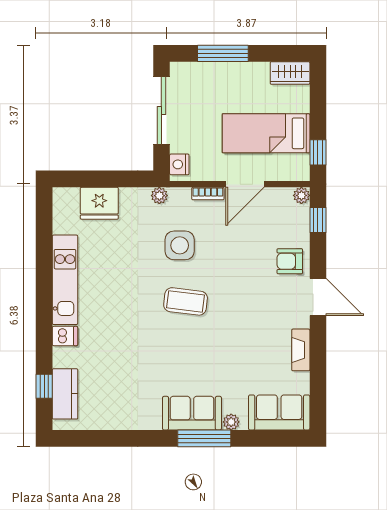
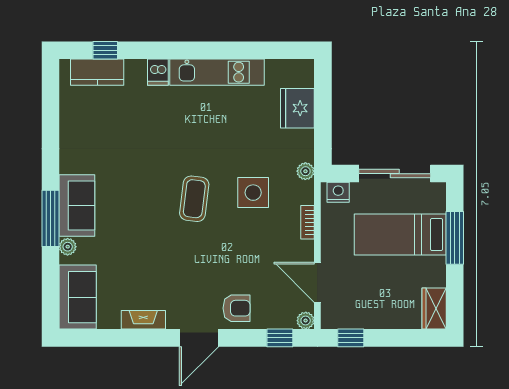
bed: (266, 133) -> (400, 234), moved, turned -90
door: (245, 184) -> (317, 282), moved
armchair: (290, 261) -> (236, 308), turned 90

